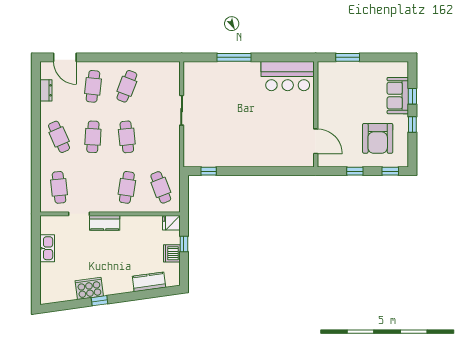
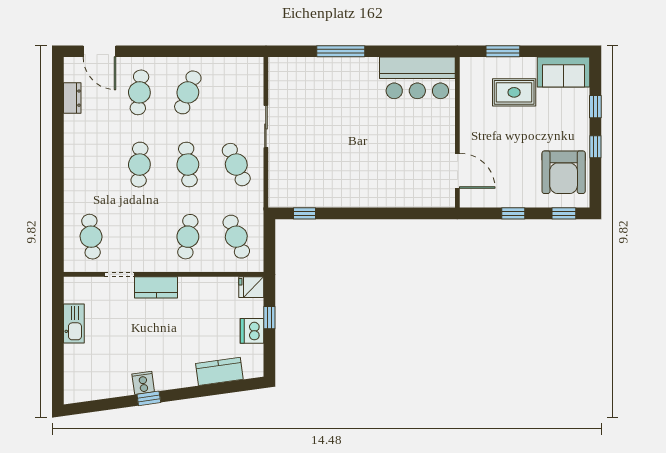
rug: (355, 86) -> (514, 92), added
sofa: (398, 96) -> (564, 72), moved, turned -90
cafe table: (59, 137) -> (236, 165), moved
armchair: (378, 138) -> (564, 172), moved
cooker: (89, 288) -> (143, 383), width x0.53, depth x0.76

